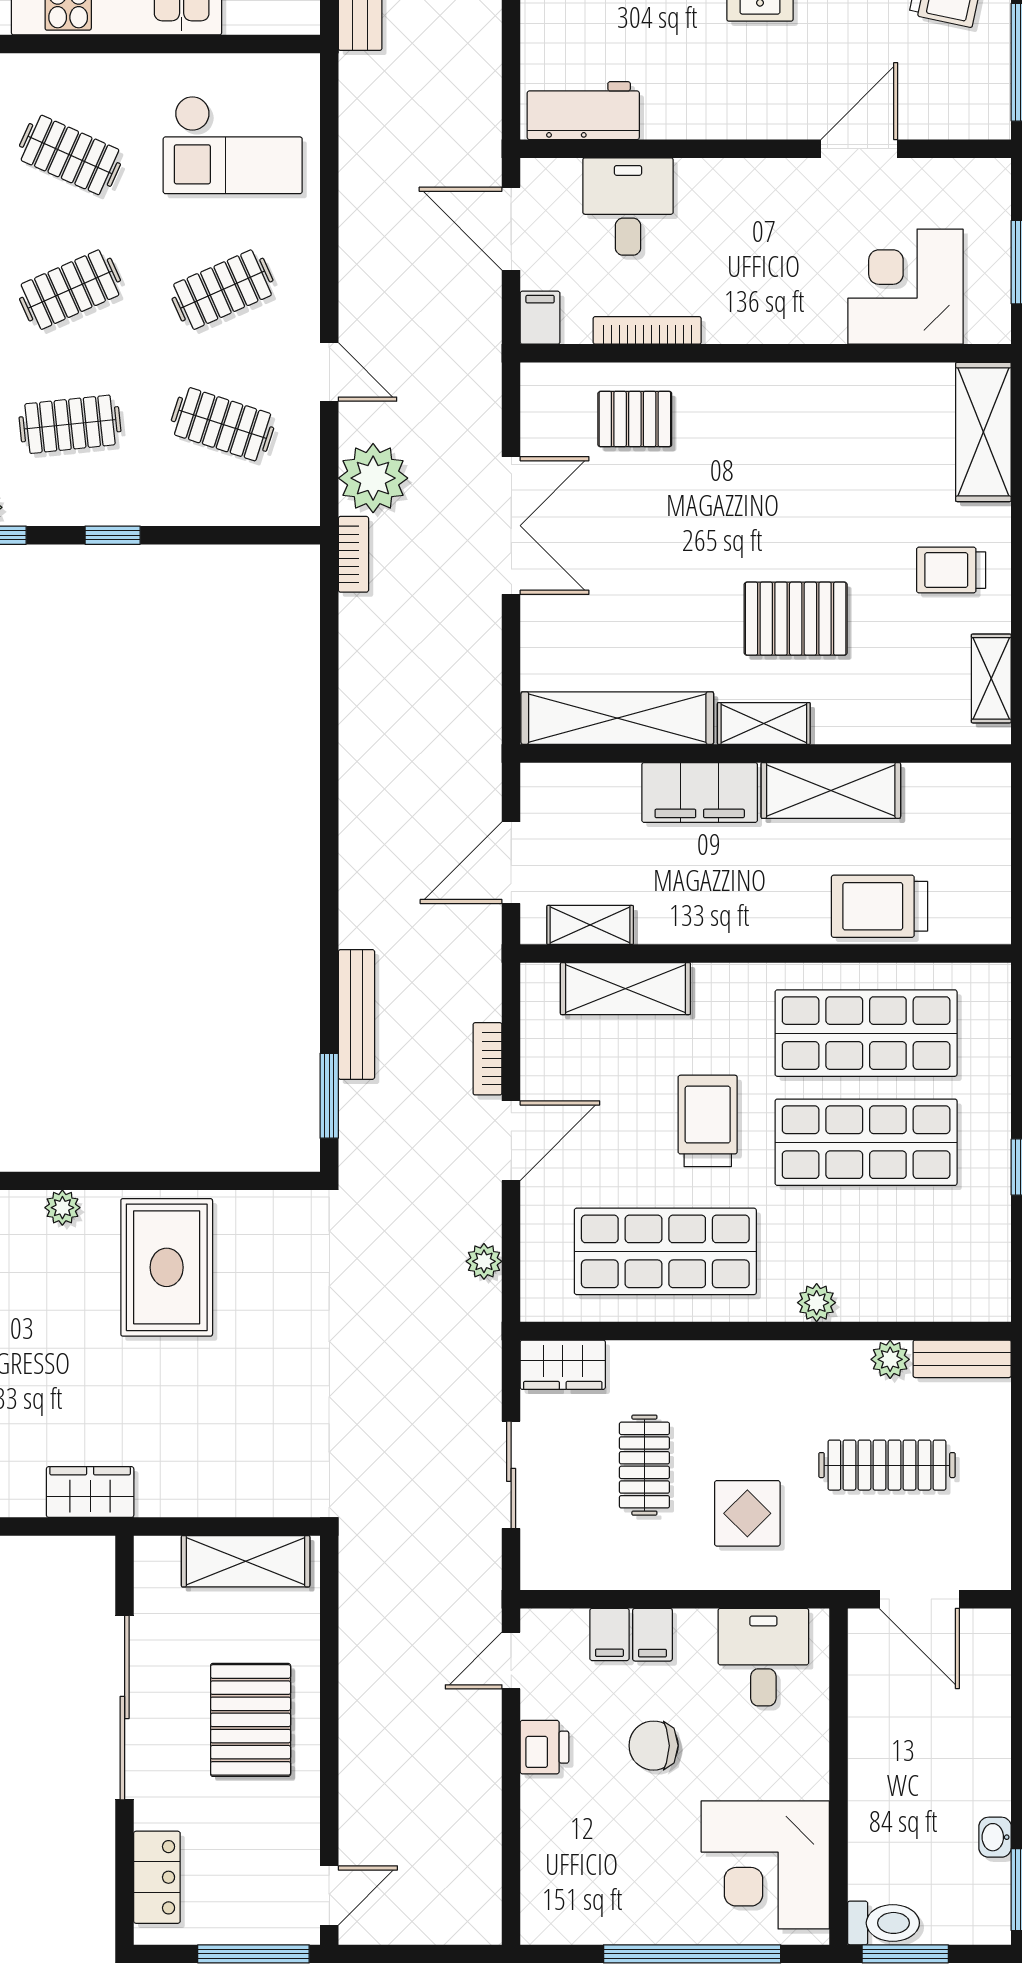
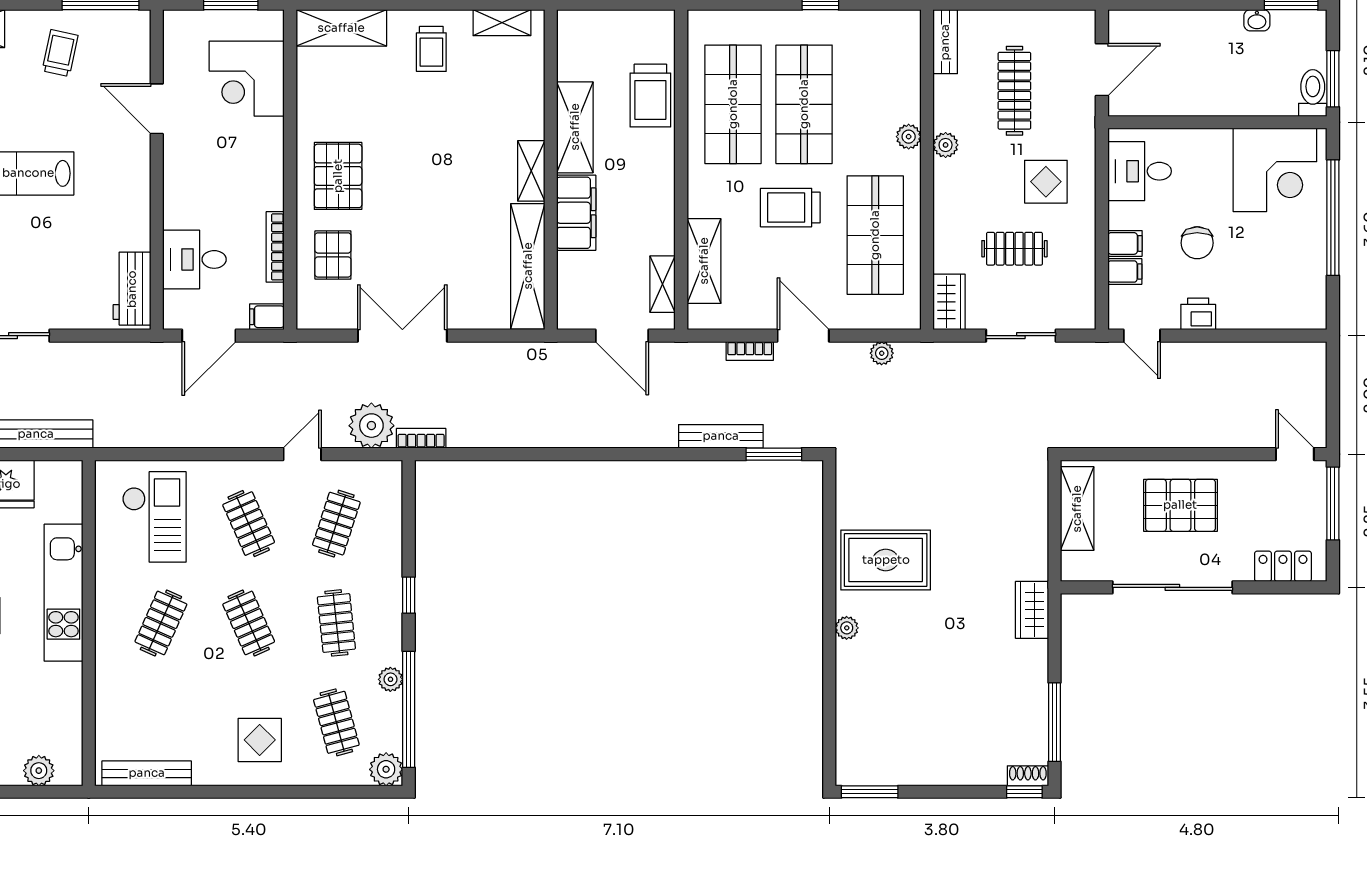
pallet: (796, 619) -> (338, 176), moved
plant: (890, 1359) -> (946, 145), moved

